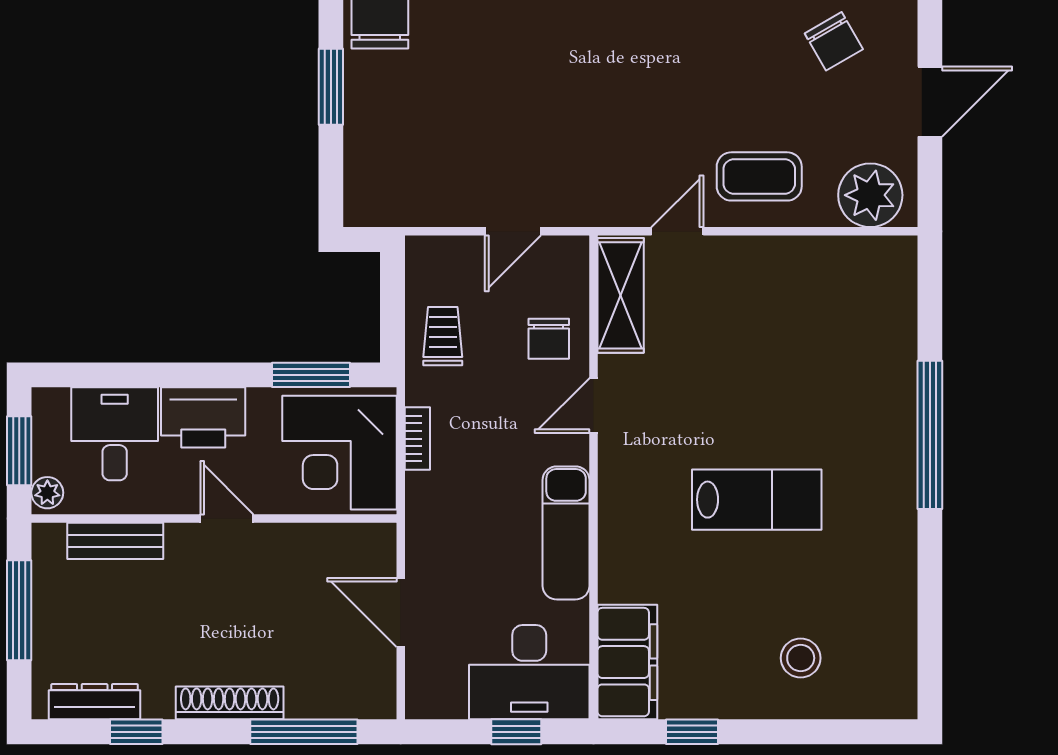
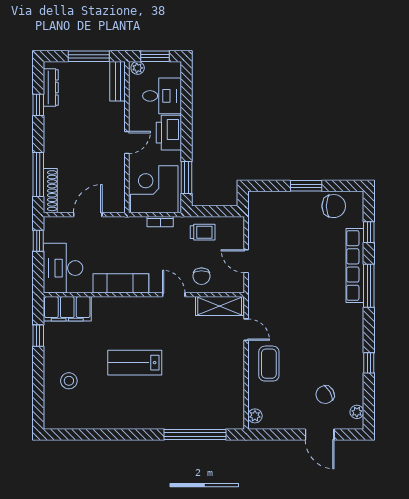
door: (930, 102) -> (320, 434), moved
plant: (870, 195) -> (255, 416), width x0.53, depth x0.53
chair: (549, 339) -> (201, 276), turned -90
window: (930, 435) -> (195, 434), moved
lab bench: (757, 500) -> (135, 363), turned 90
bench: (115, 541) -> (118, 81), moved
shoe rack: (230, 703) -> (50, 191), moved
window: (516, 732) -> (38, 241), moved

